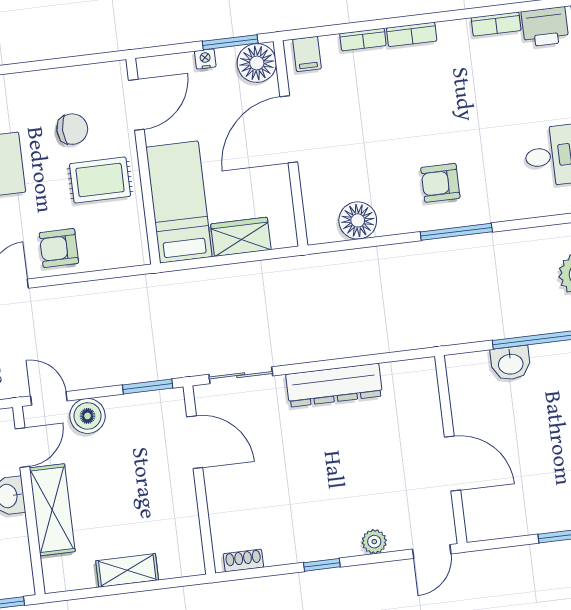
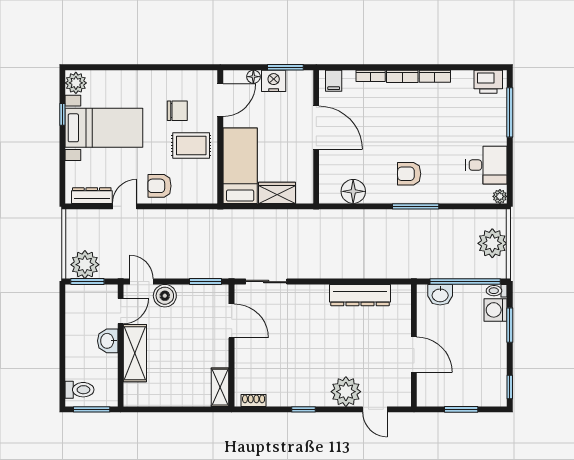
bookcase: (496, 24) -> (435, 76), moved
nightstand: (205, 59) -> (274, 81), width x1.89, depth x1.79
floor lamp: (257, 63) -> (253, 77), moved, width x0.53, depth x0.53
door: (289, 129) -> (316, 128), swing flipped
dresser: (334, 385) -> (360, 295), moved
wall: (451, 449) -> (414, 345), moved
door: (452, 464) -> (414, 355), moved
plant: (374, 542) -> (346, 392), width x1.87, depth x1.87
door: (432, 552) -> (375, 409), hinge flipped
shelving: (127, 570) -> (220, 387), moved, turned 90

